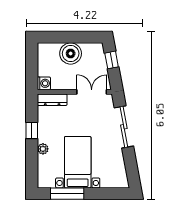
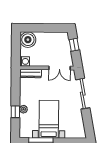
boiler: (71, 53) -> (28, 40), moved
double door: (92, 92) -> (59, 68), swing flipped
window: (32, 130) -> (15, 112), moved

